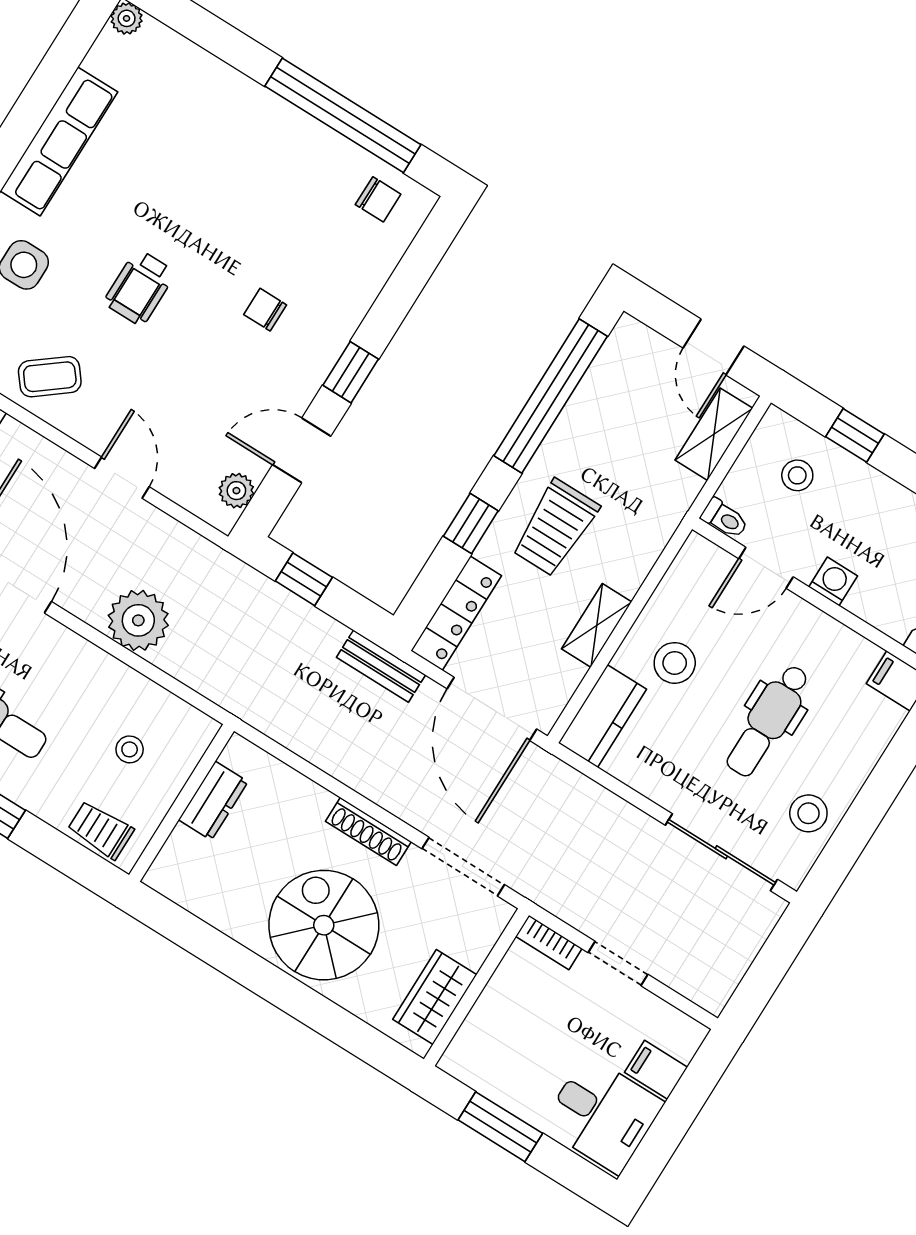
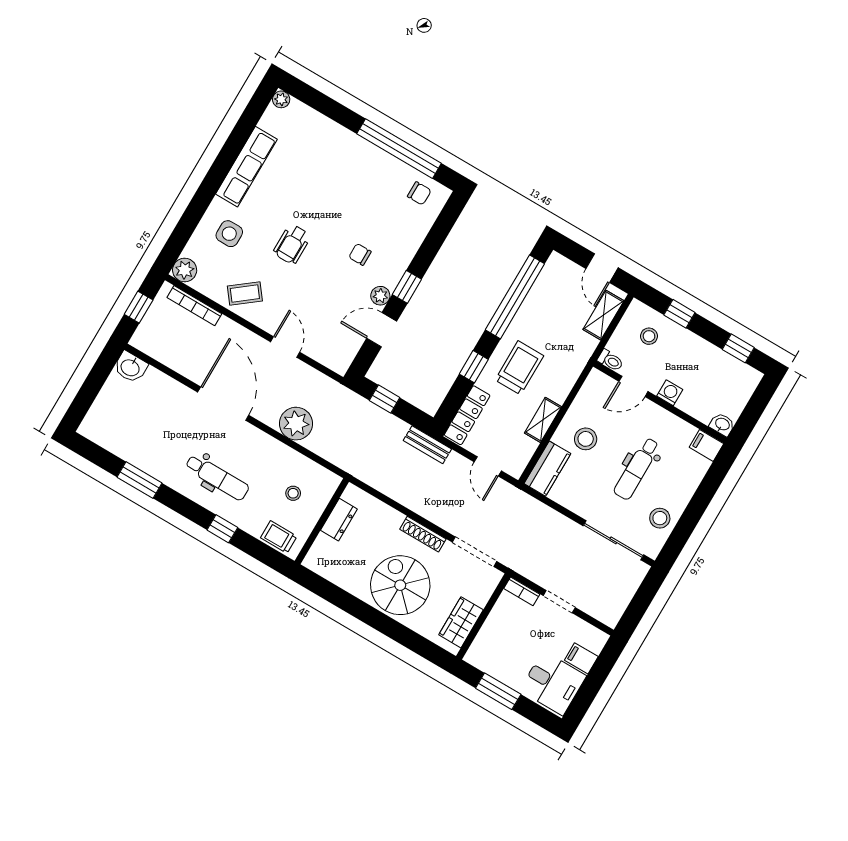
plant: (236, 491) -> (380, 296), moved
trolley: (555, 528) -> (519, 368), turned 180
door: (492, 709) -> (488, 466), width x0.53

